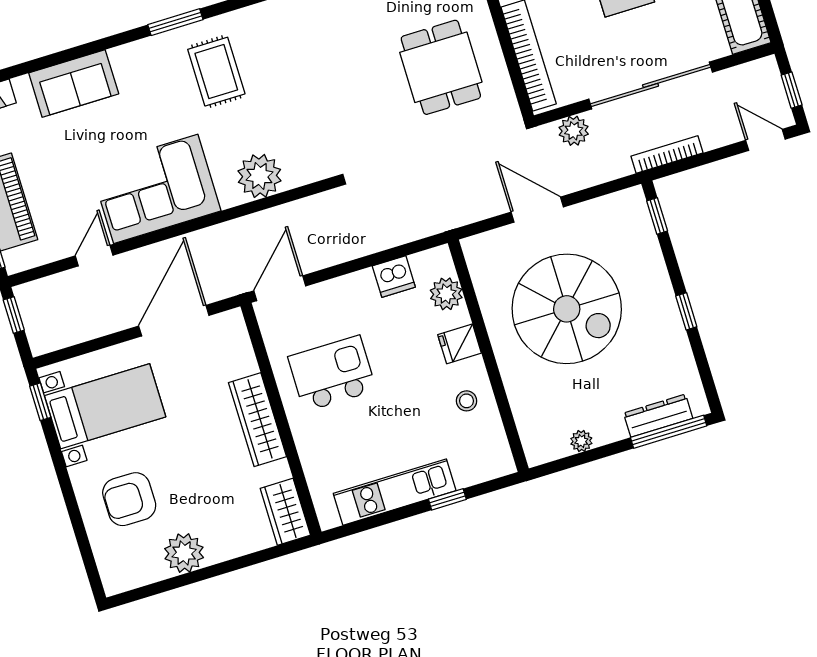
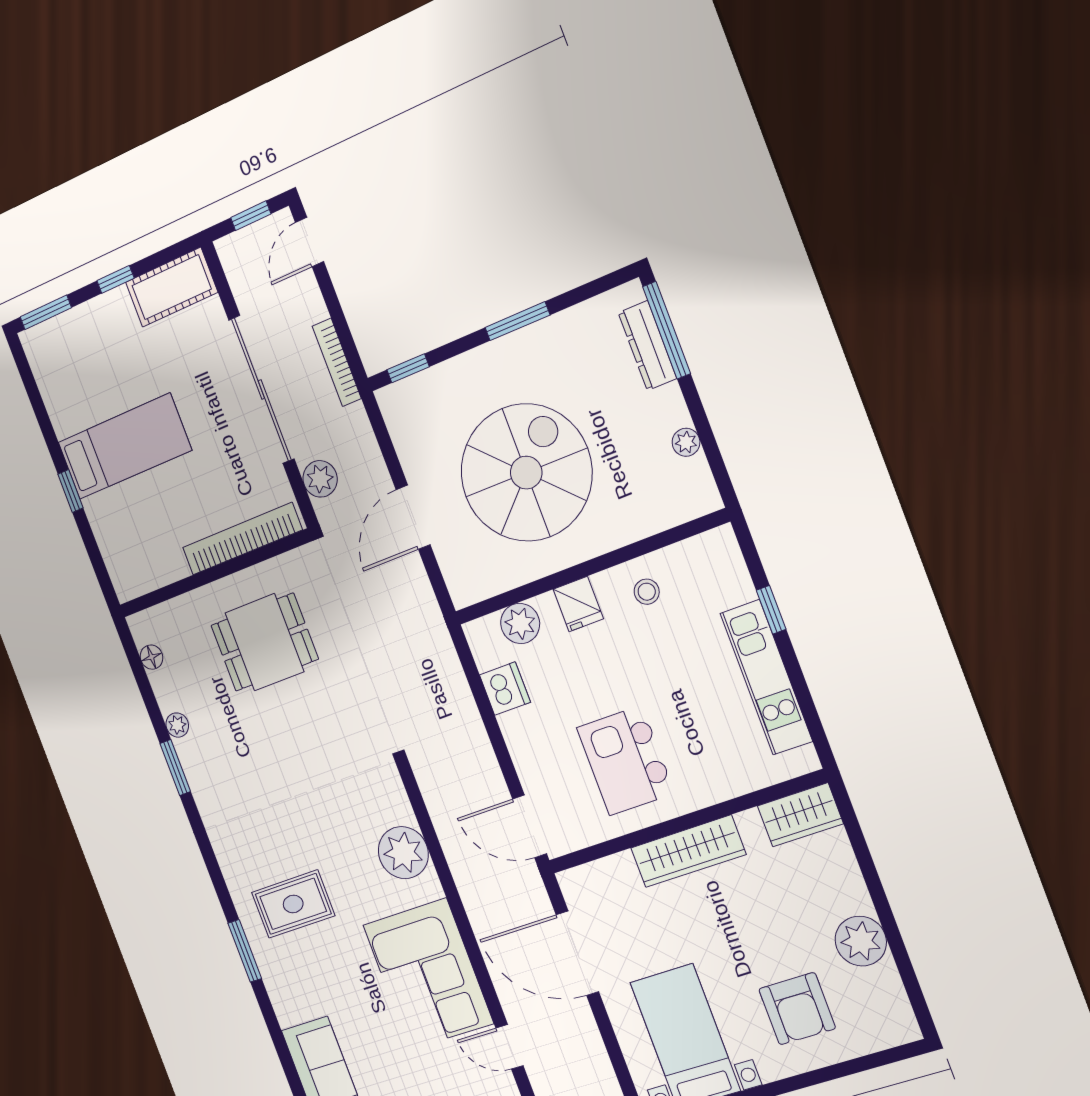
window: (686, 311) -> (517, 321), width x1.50

